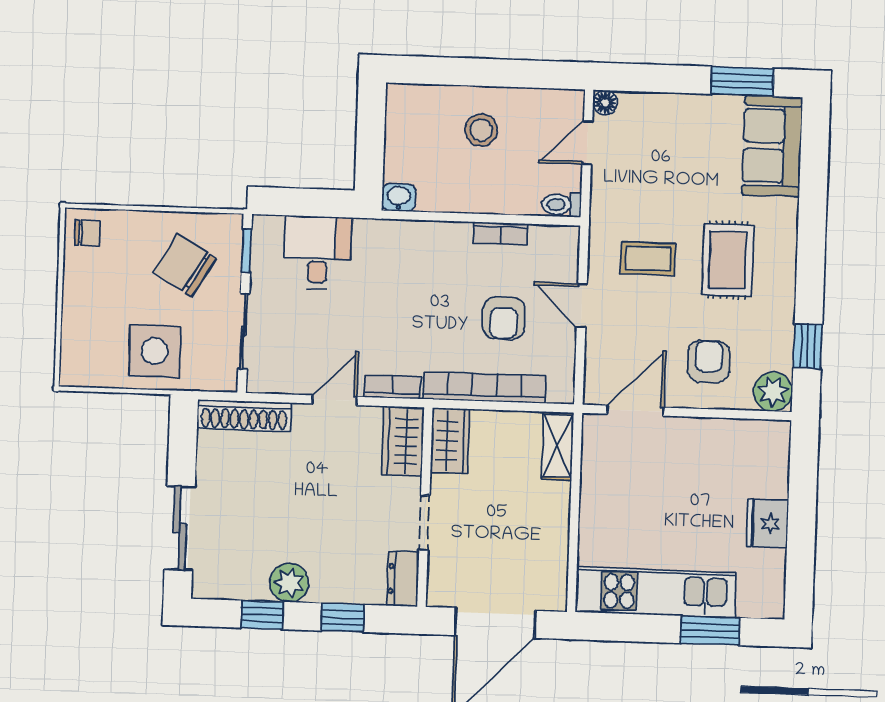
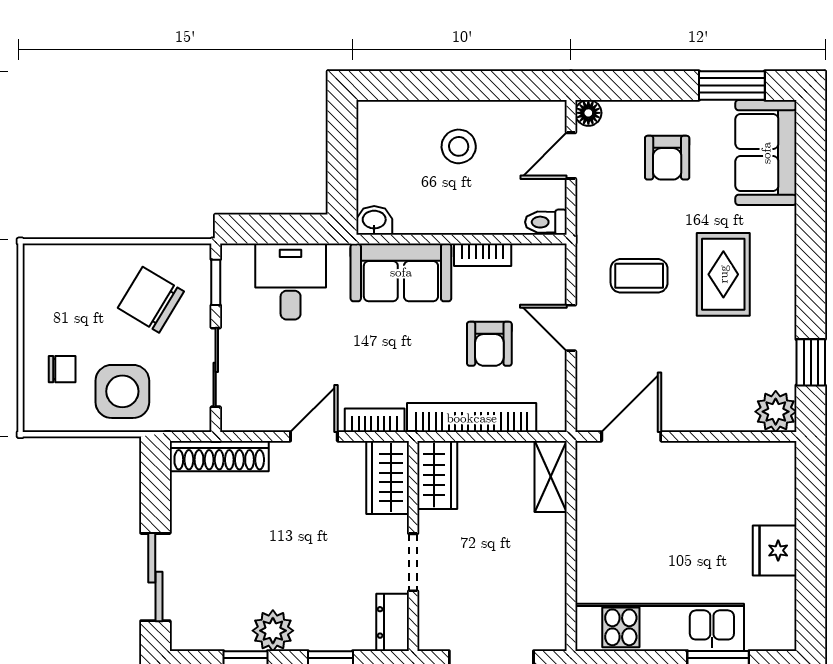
chair: (88, 233) -> (62, 369), moved
sofa: (422, 248) -> (401, 272), added
armchair: (709, 361) -> (667, 158), moved, turned 180

